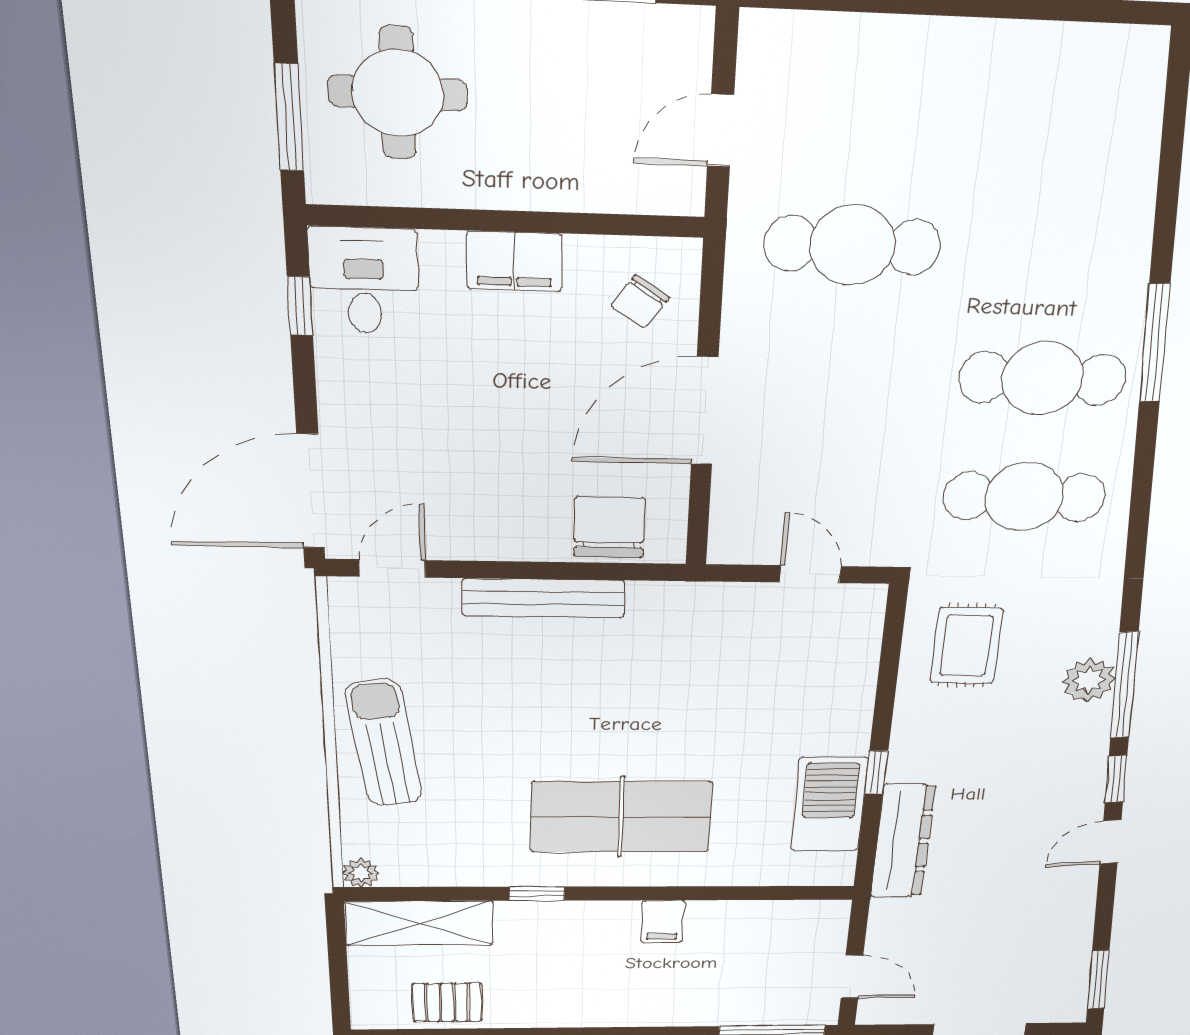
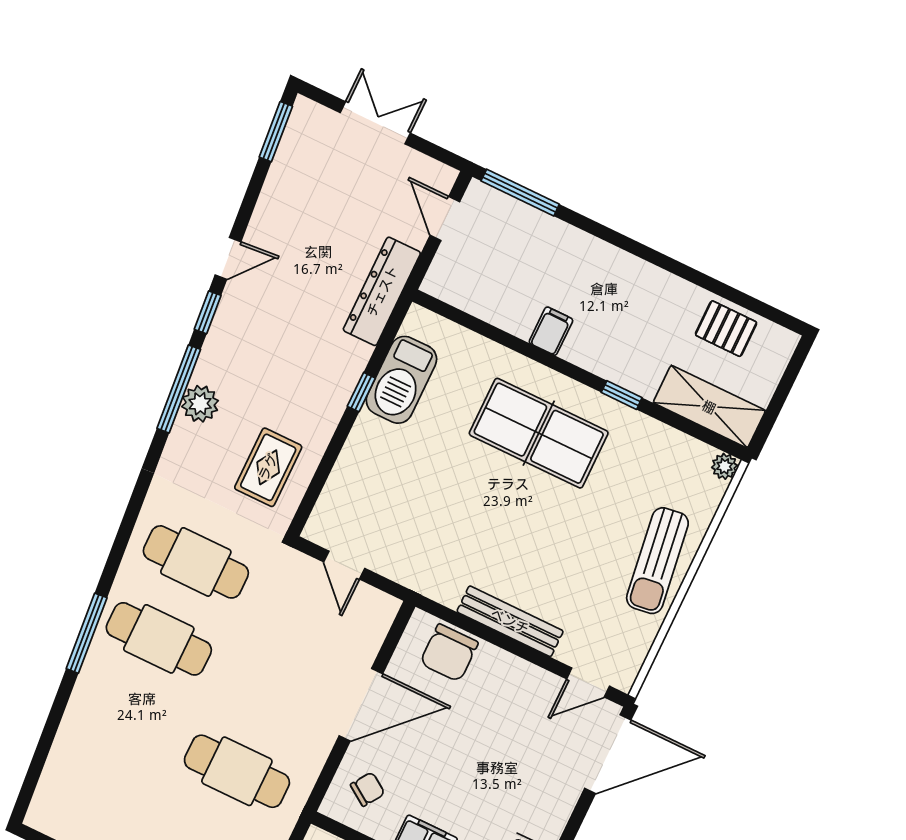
dresser: (903, 841) -> (382, 291), moved

